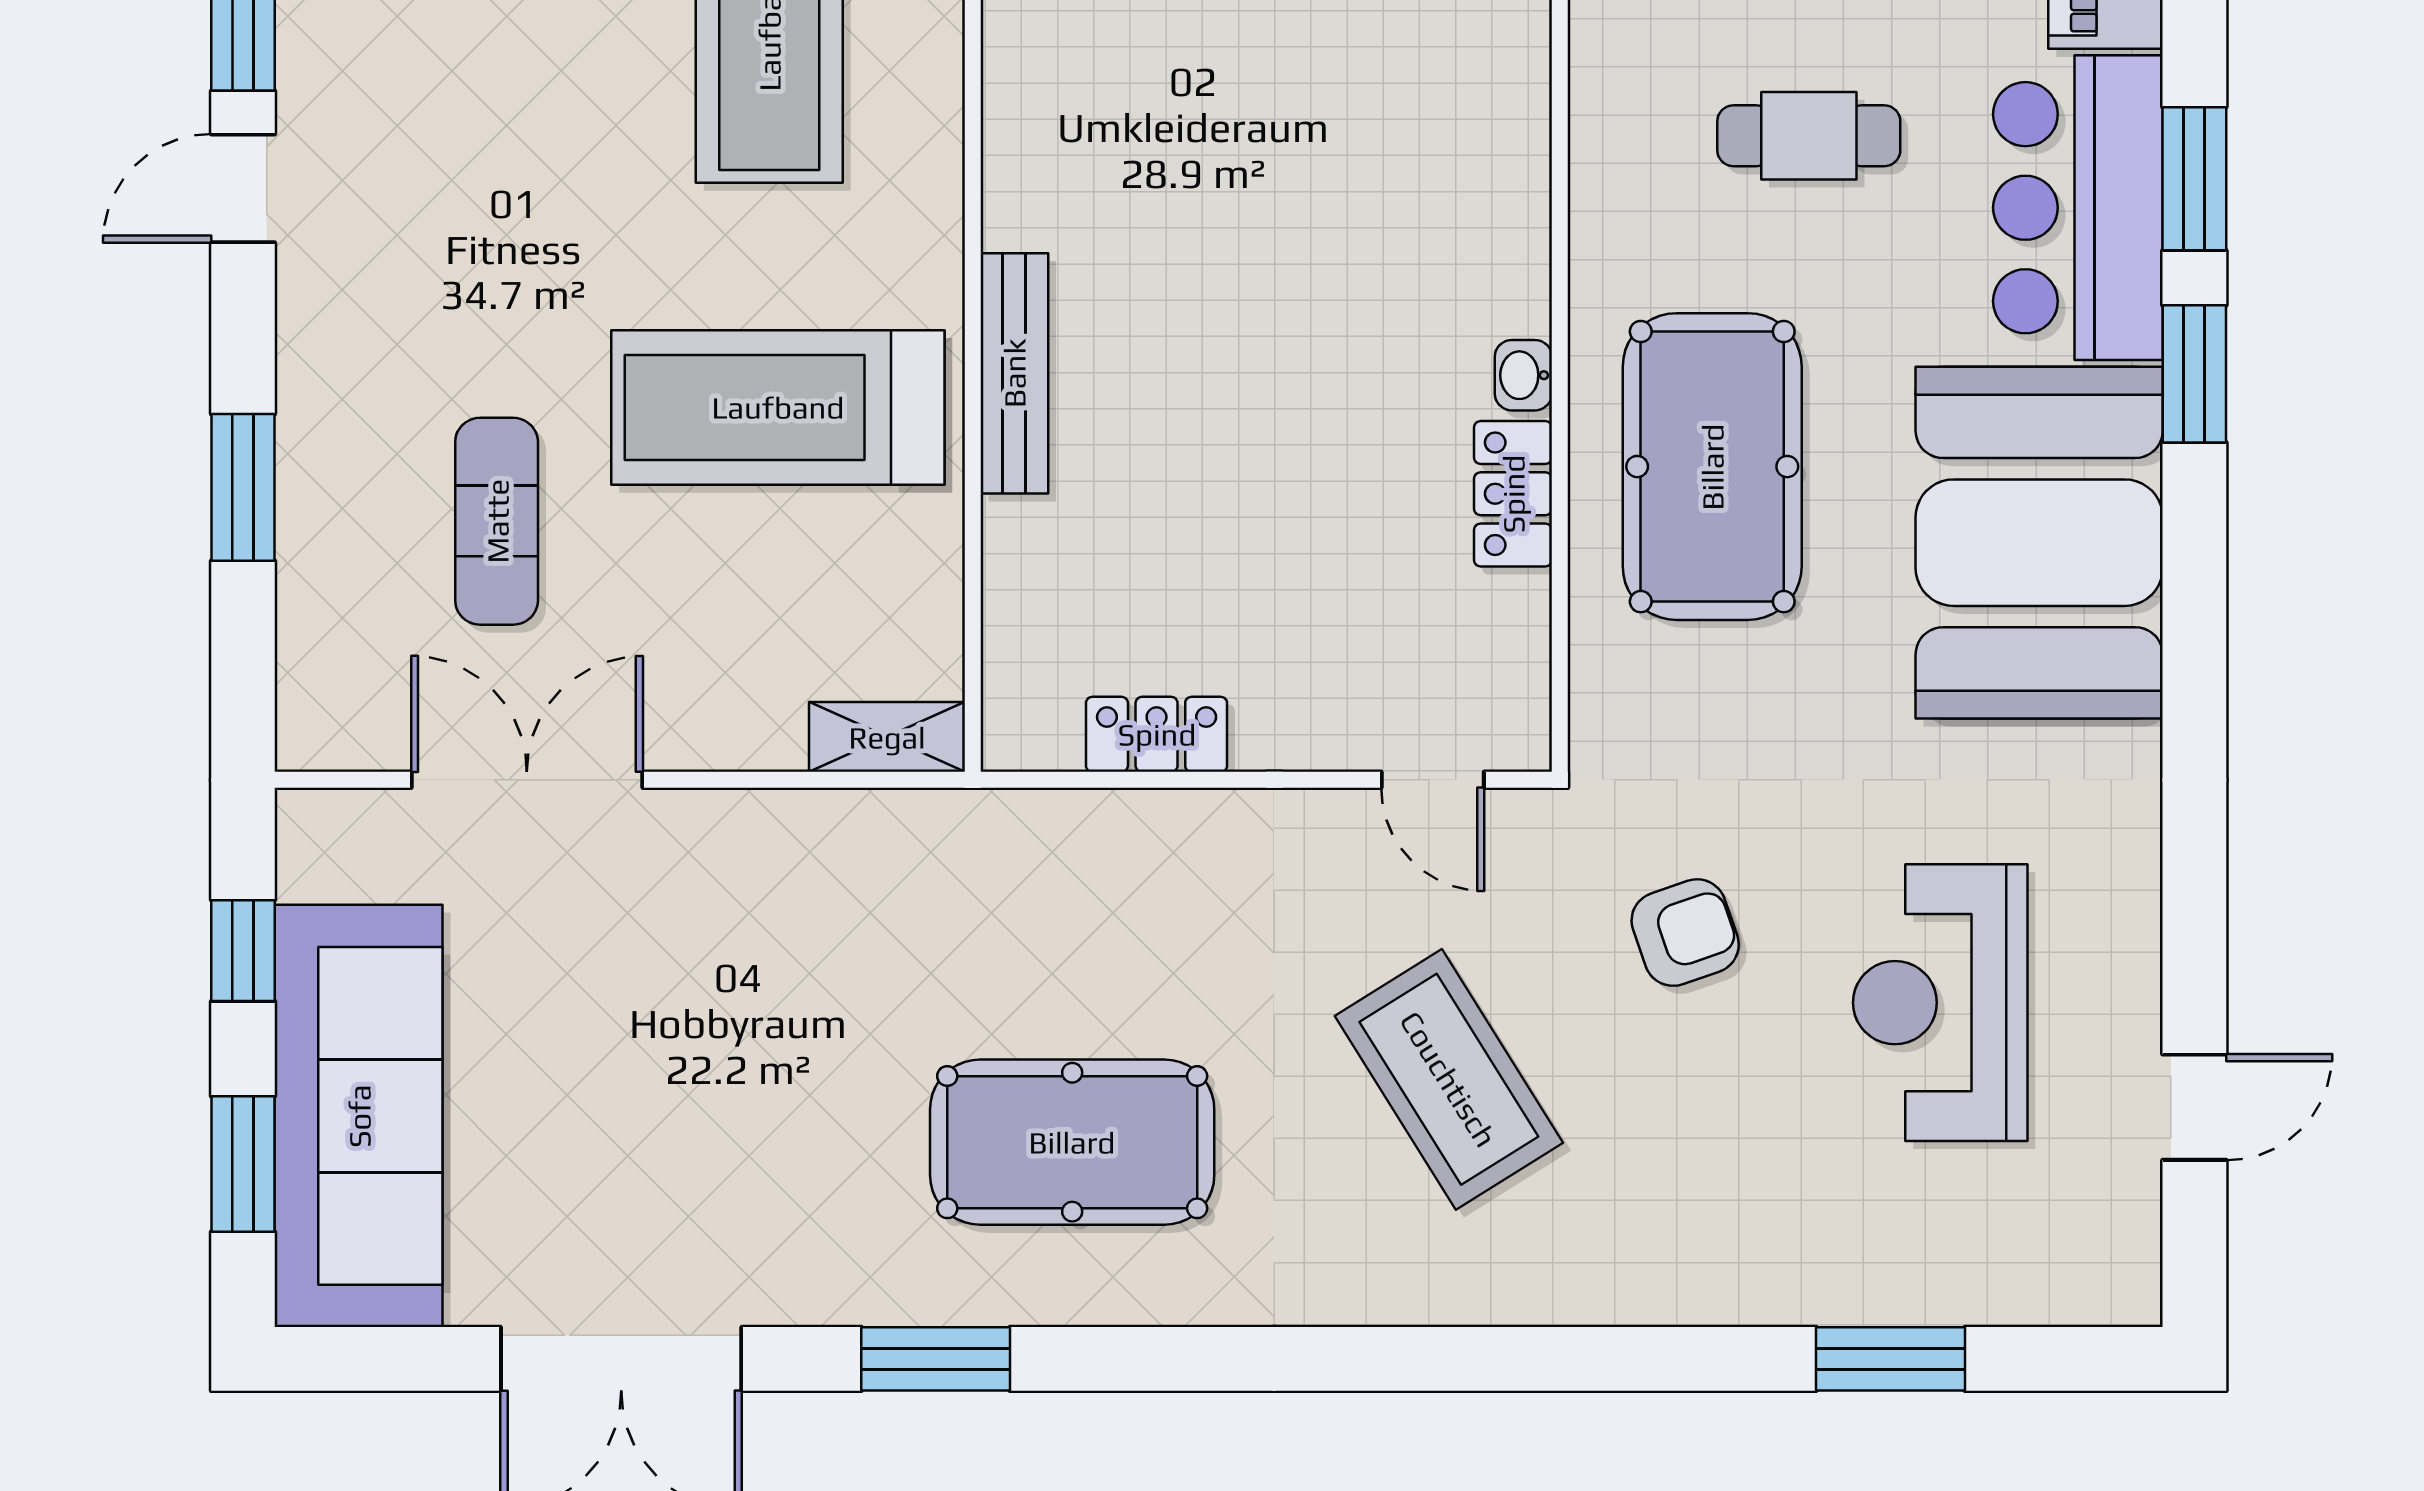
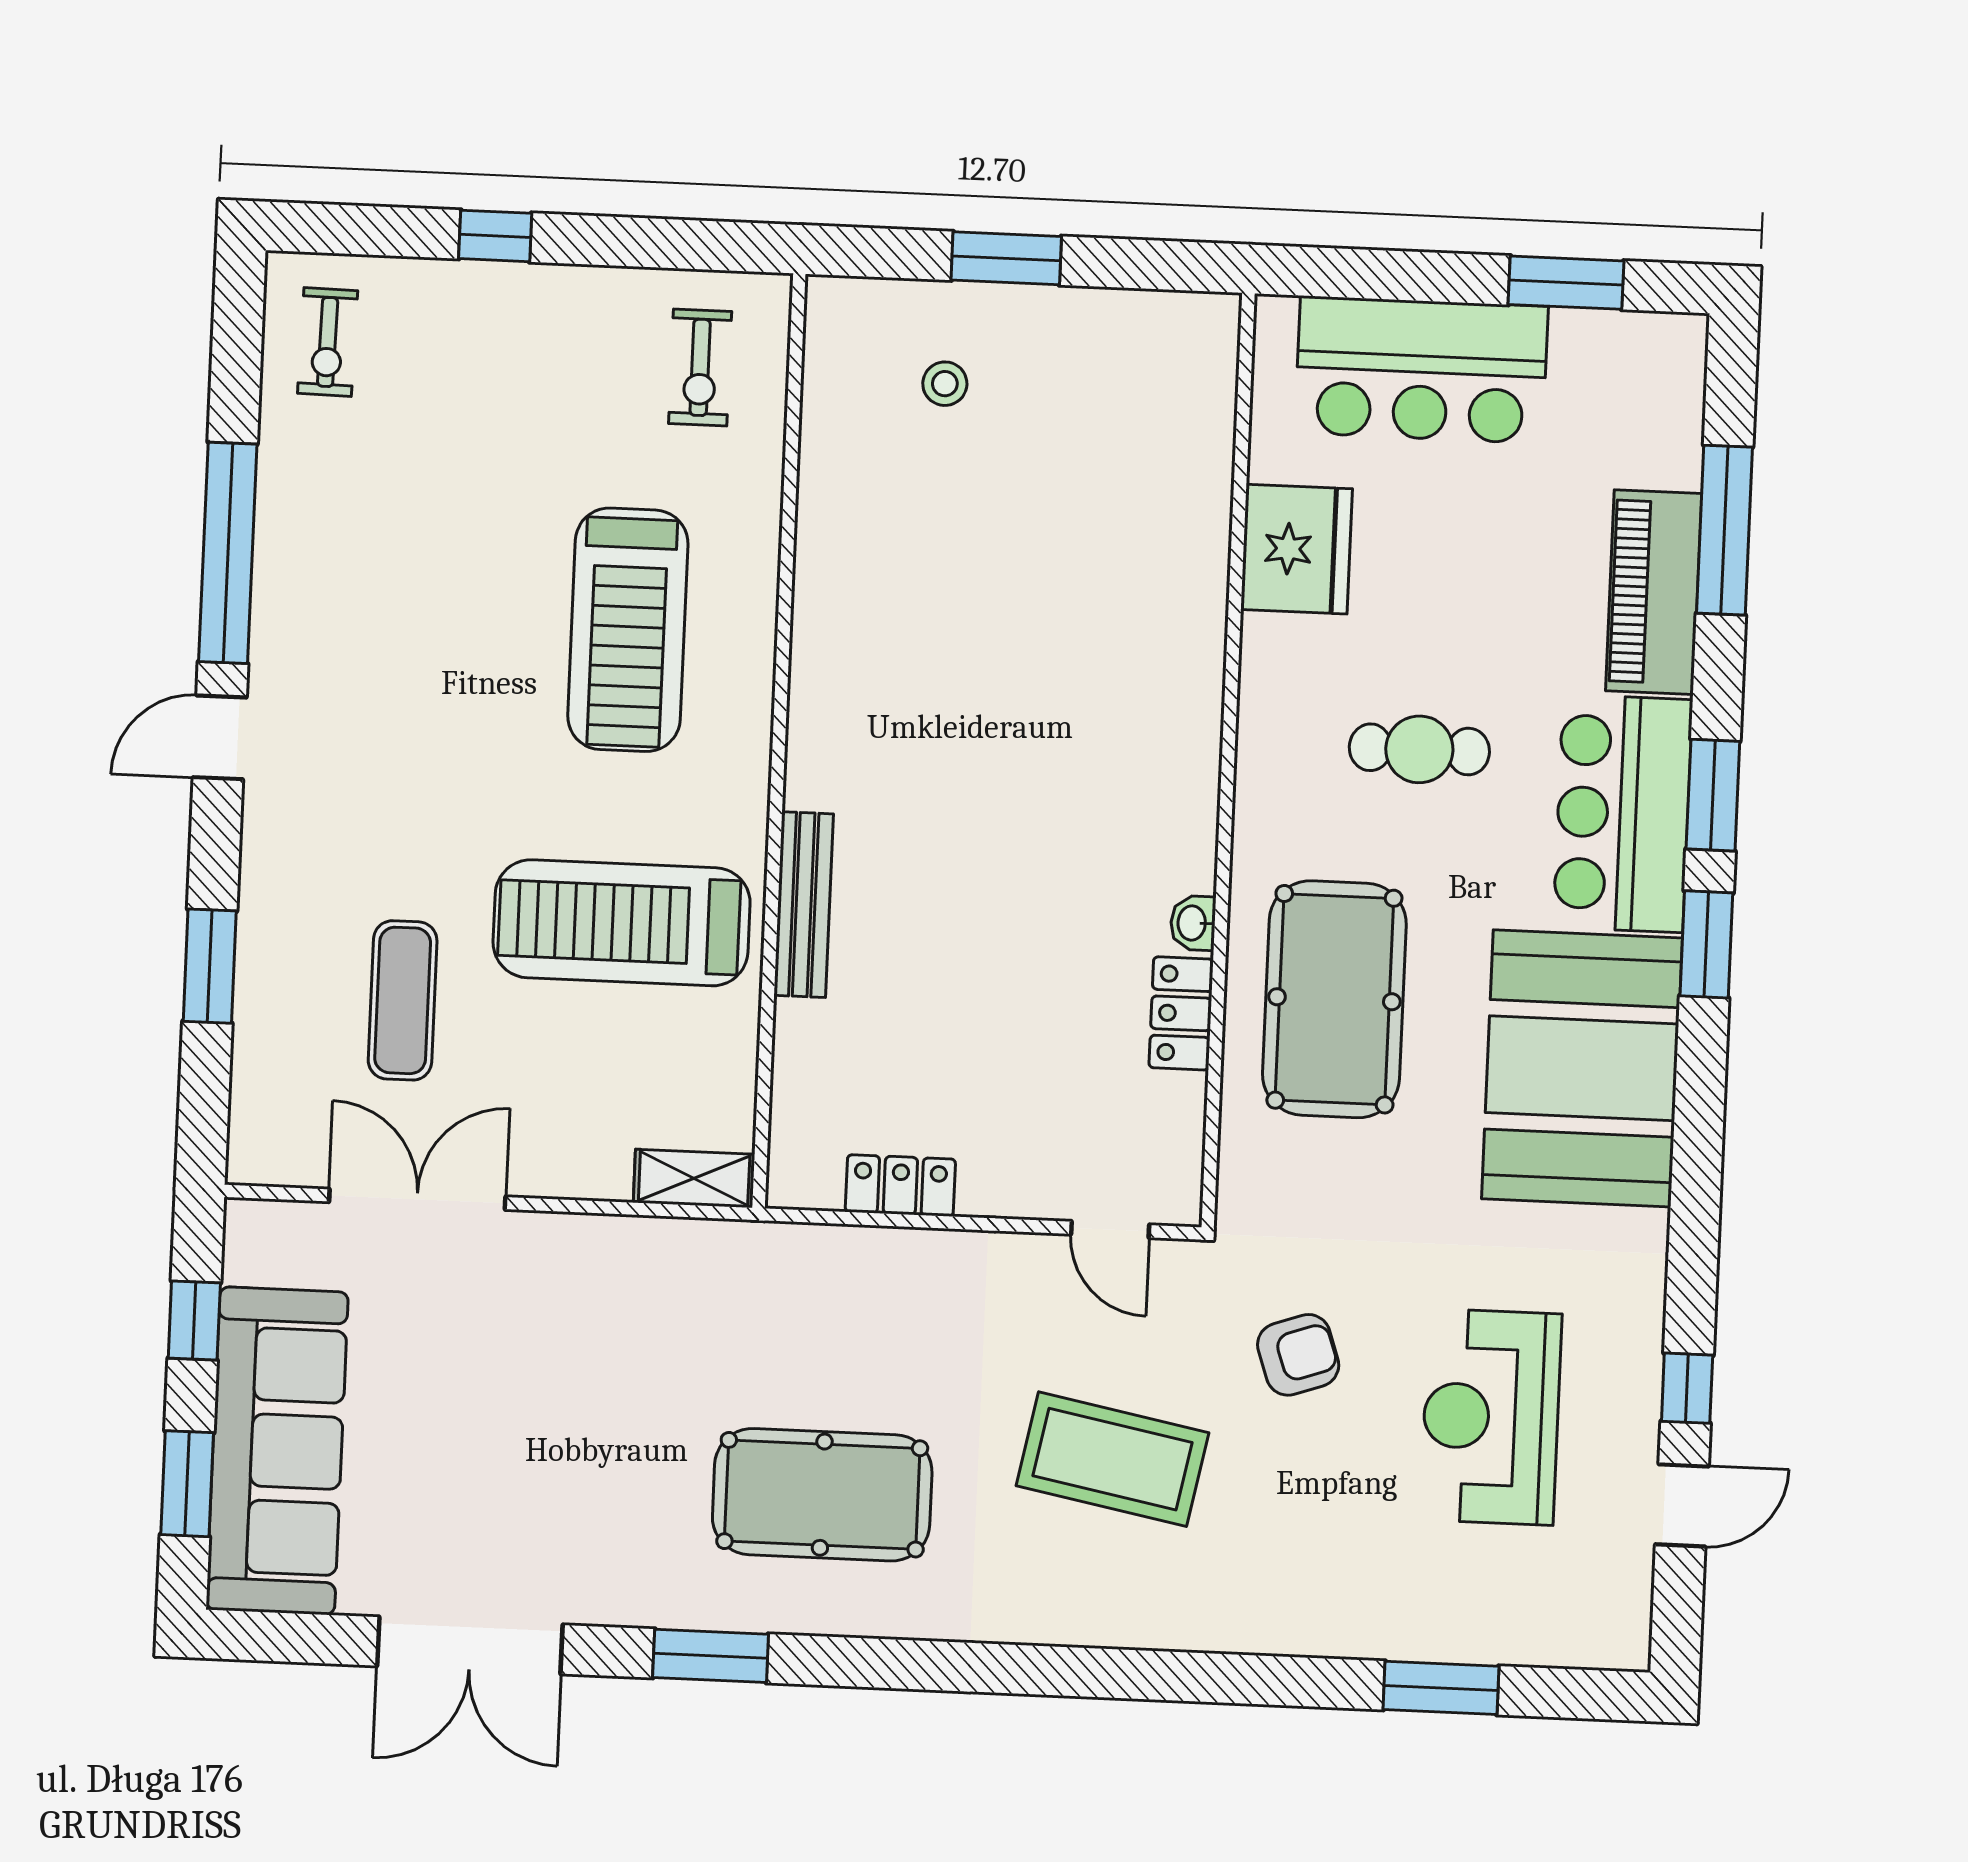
window: (2194, 954) -> (1687, 1388), added
coffee table: (1449, 1079) -> (1112, 1459), turned -47

